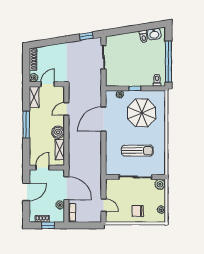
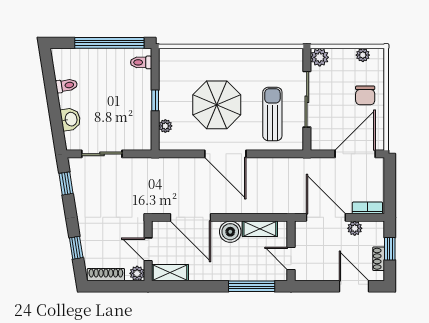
washbasin: (154, 34) -> (71, 119), moved
window: (49, 42) -> (76, 248), added
door: (66, 109) -> (190, 217), width x1.88
parasol: (142, 113) -> (217, 105), moved
door: (103, 119) -> (225, 154), moved
window: (26, 124) -> (252, 286), moved
sun lounger: (137, 151) -> (272, 114), moved
door: (66, 188) -> (326, 217), hinge flipped
door: (26, 192) -> (354, 286), moved
door: (103, 205) -> (355, 154), width x1.88

